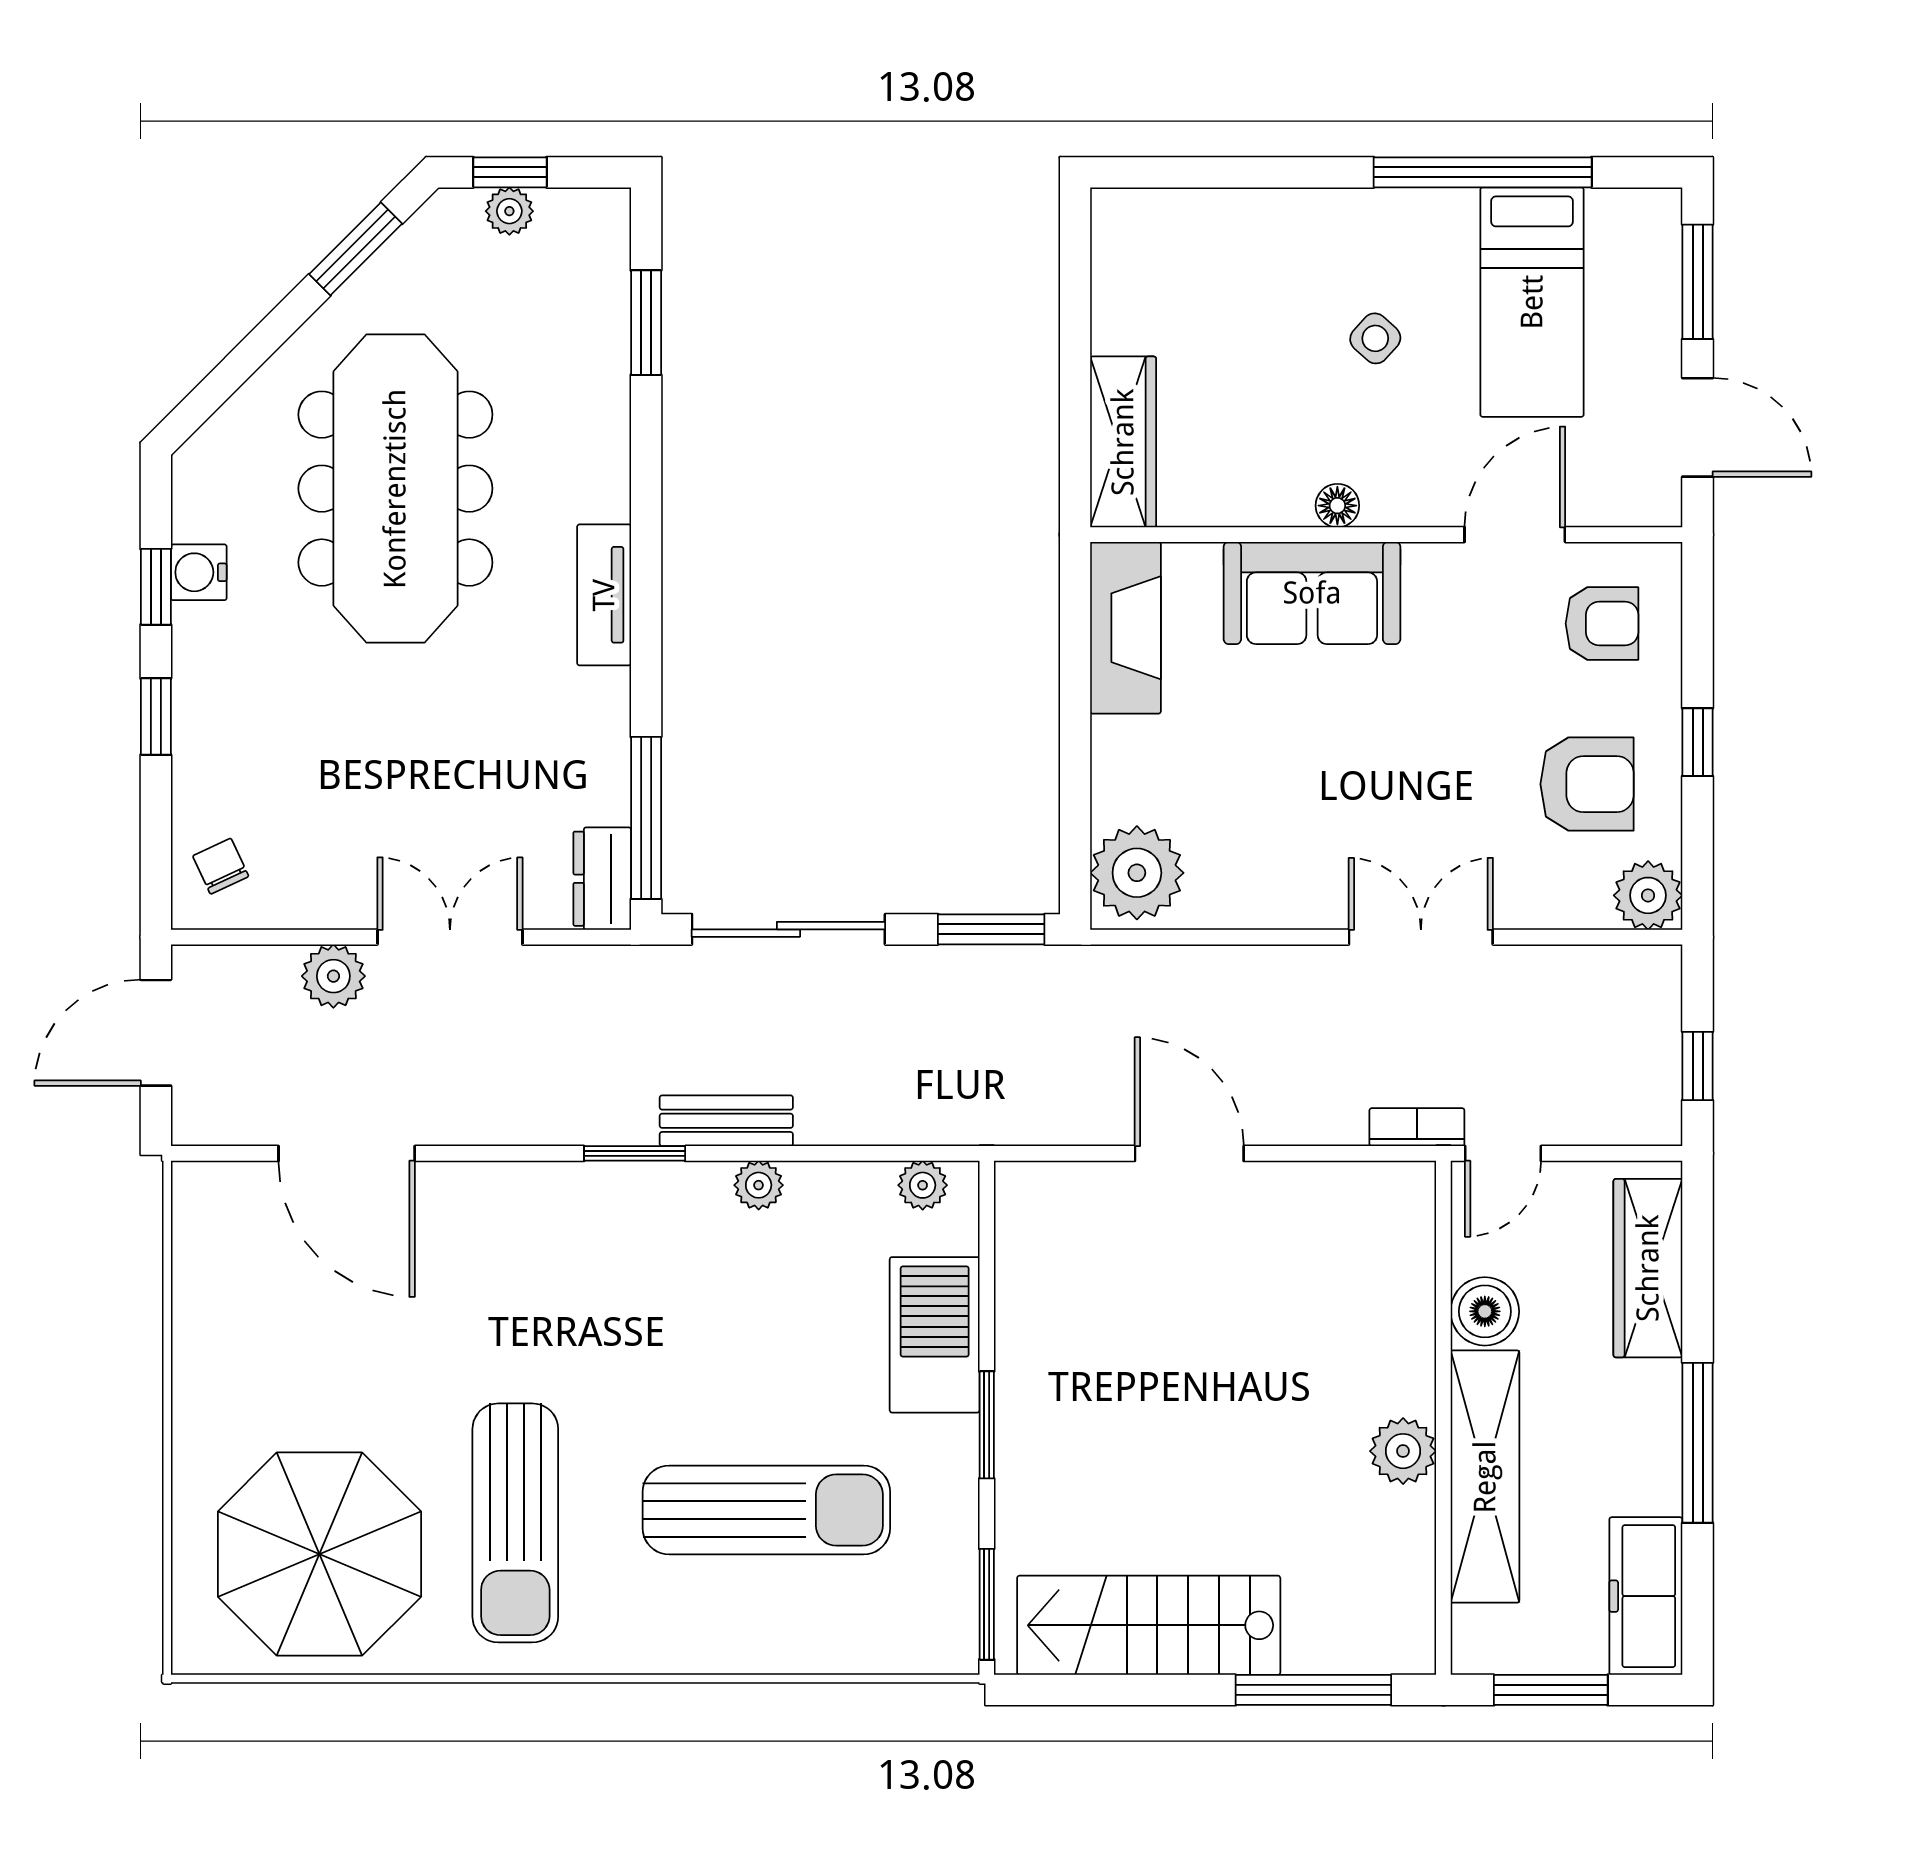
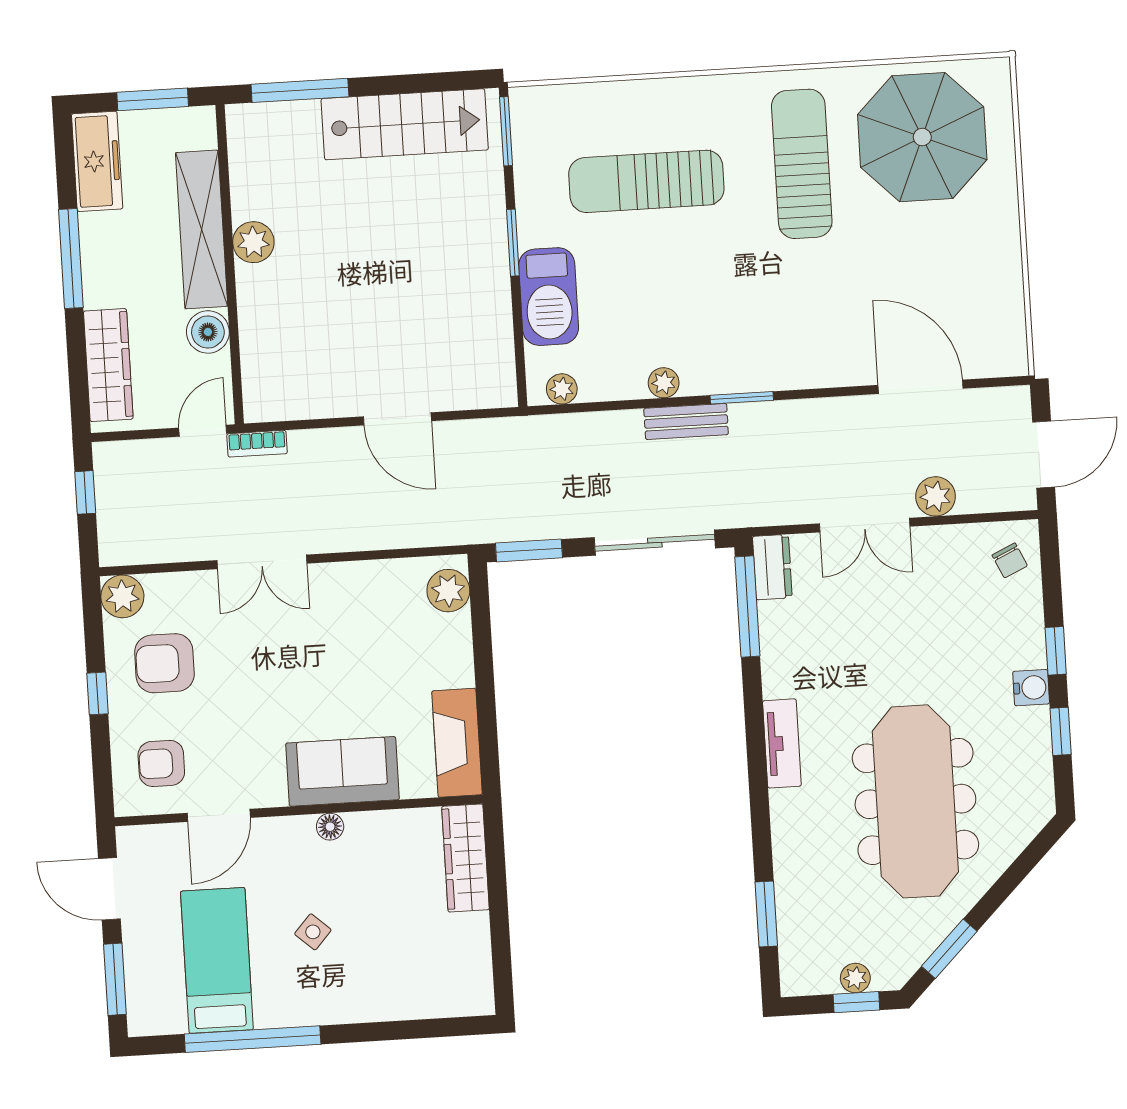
water cooler: (199, 572) -> (1031, 688), moved
plant: (1137, 873) -> (448, 591), width x0.73, depth x0.73

